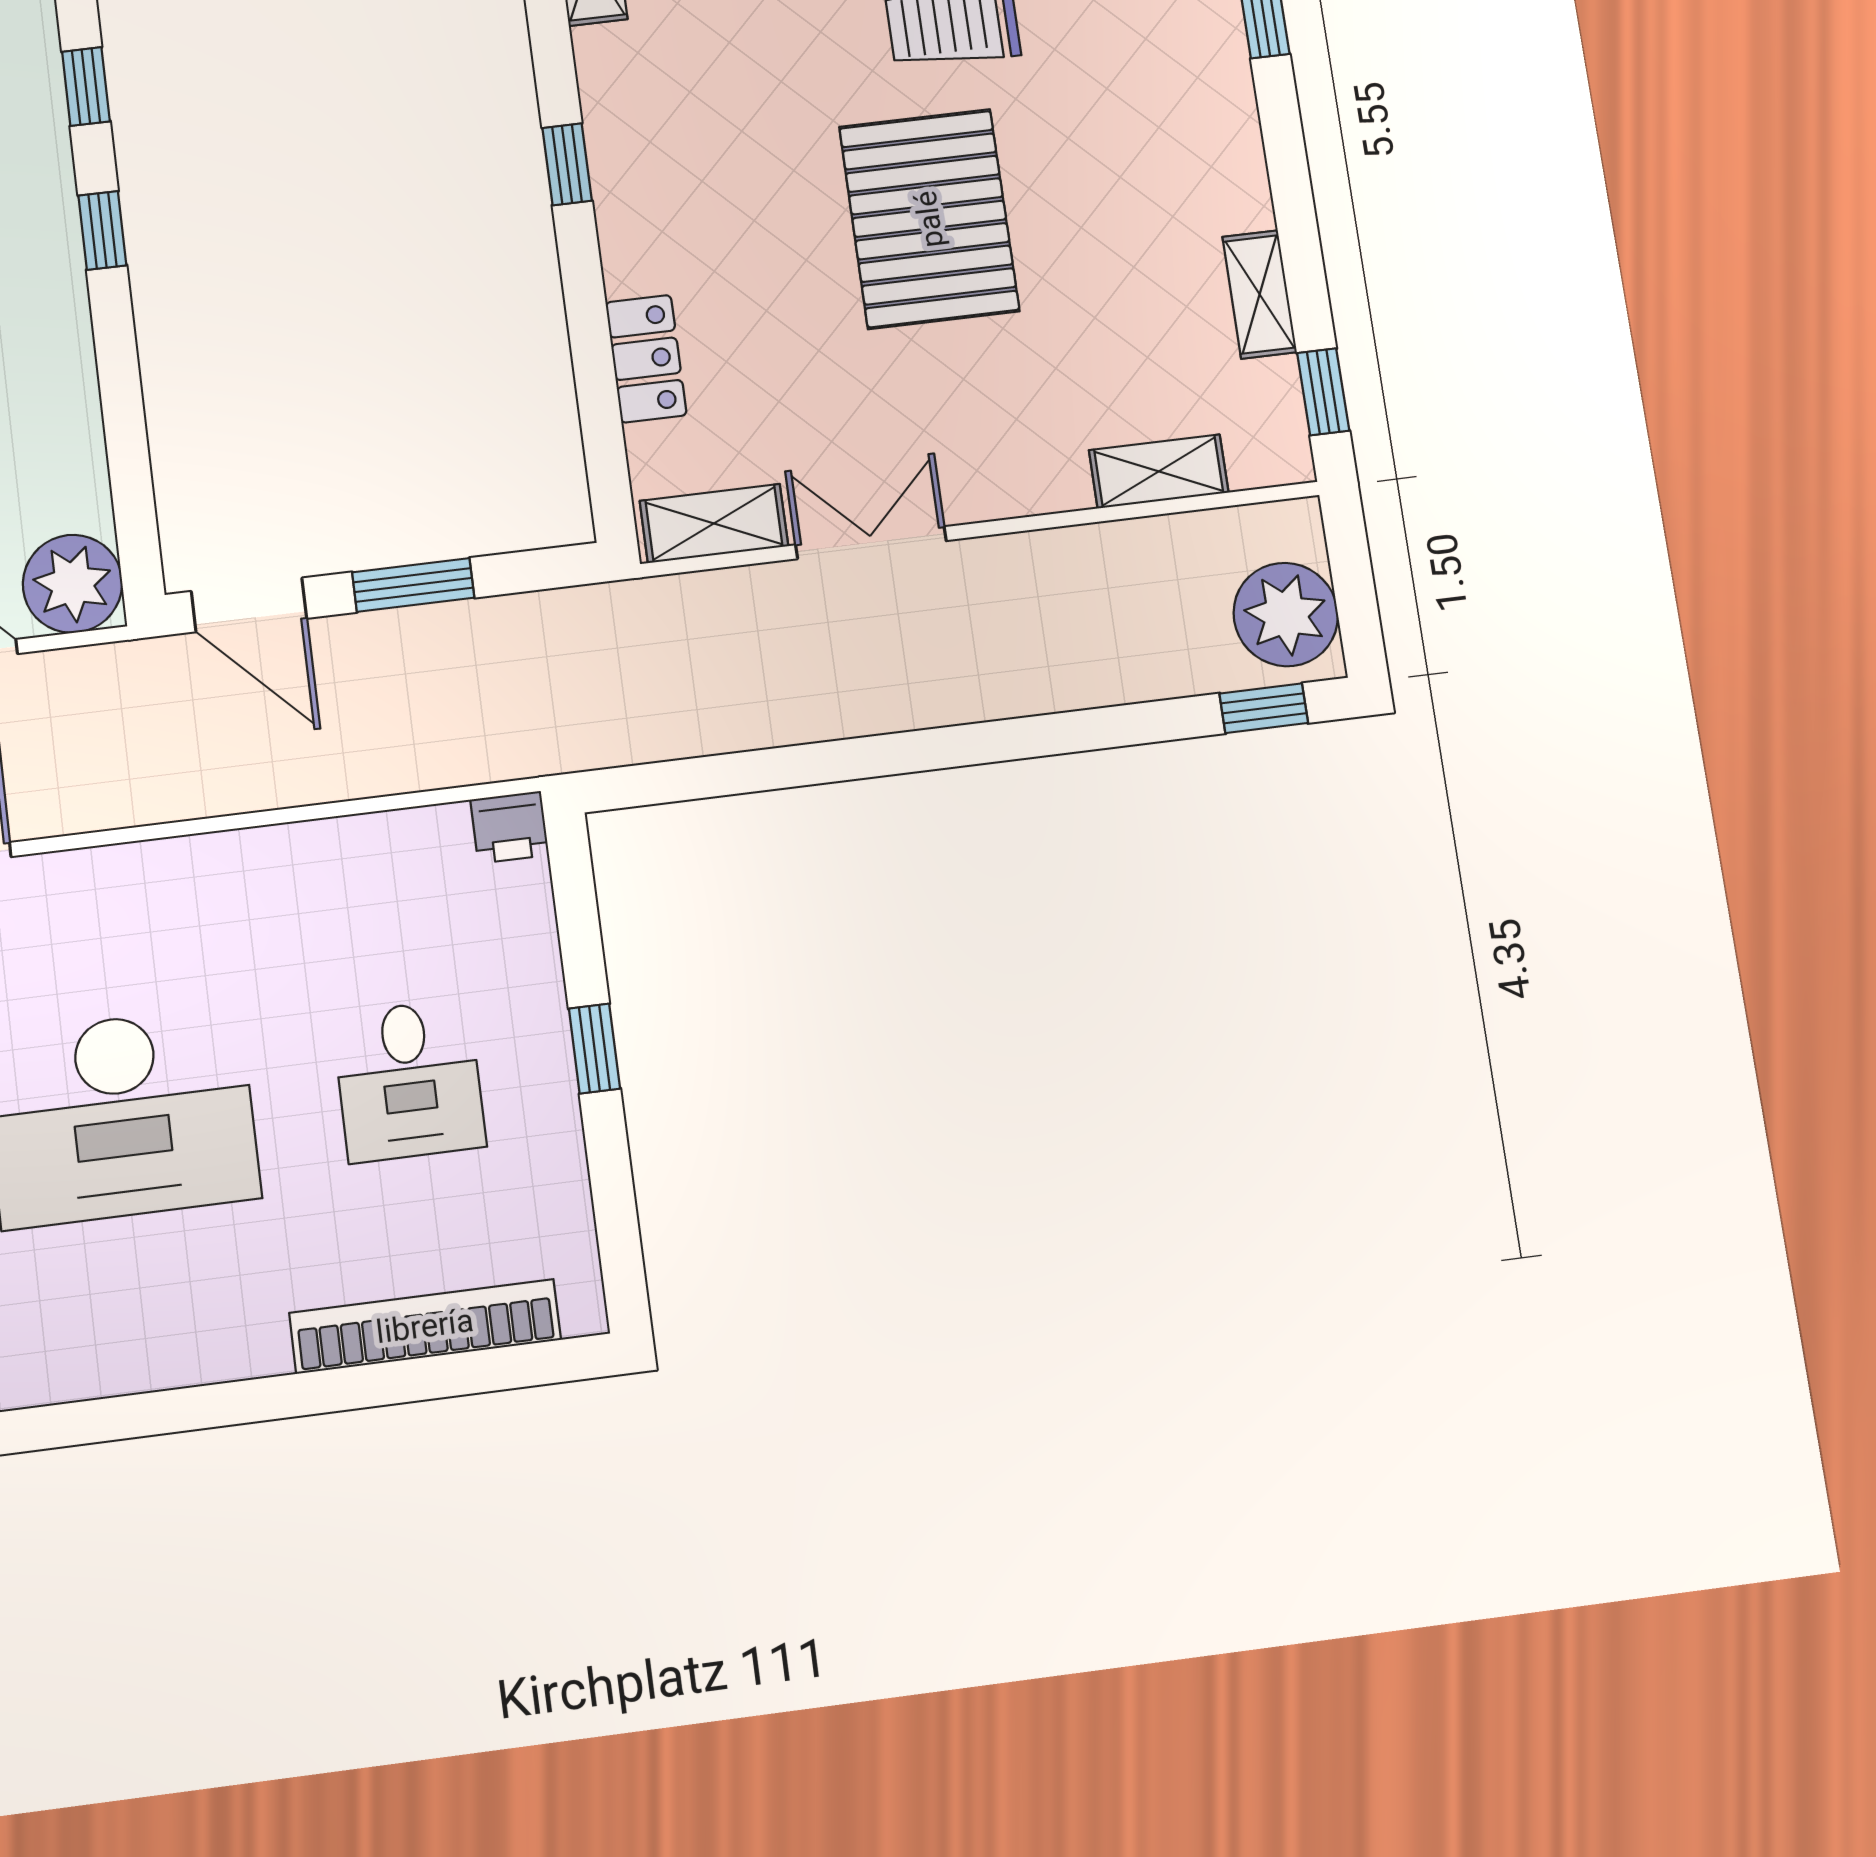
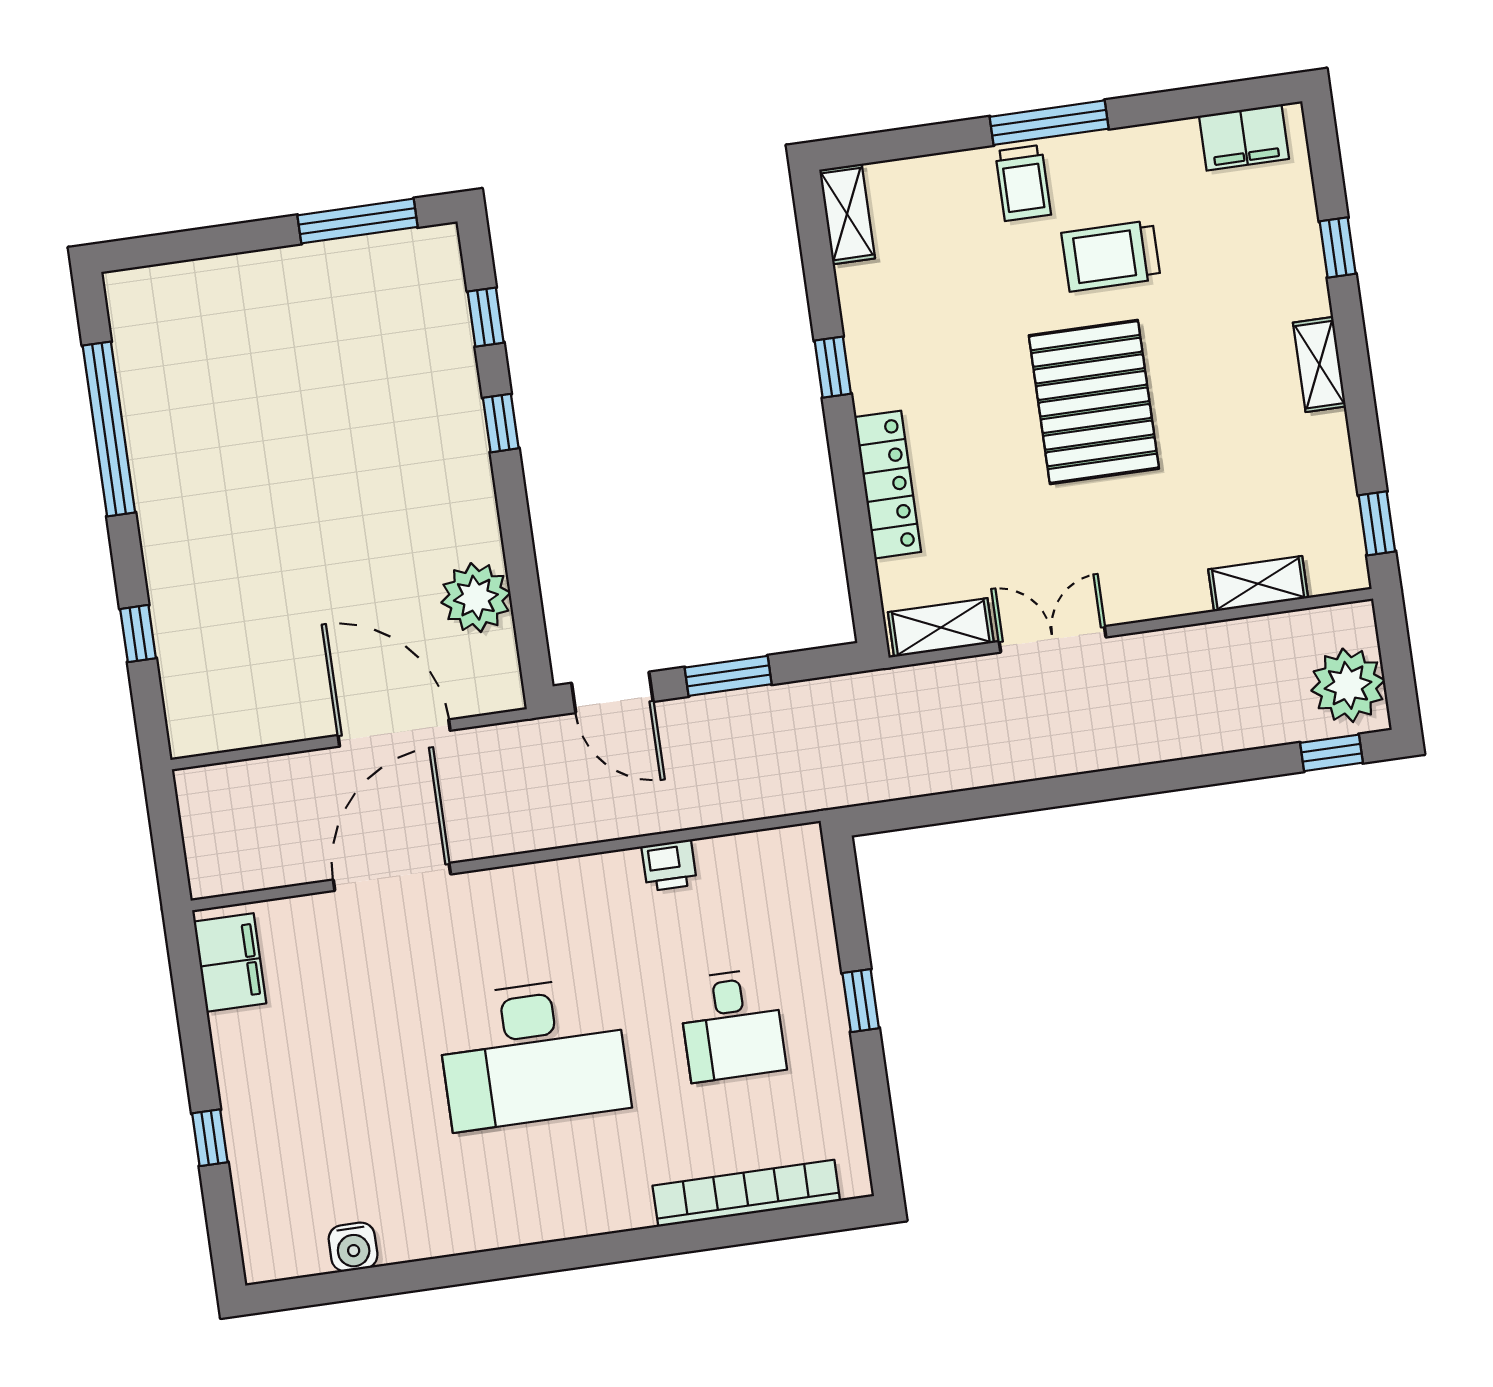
shelving: (1260, 294) -> (1319, 365), moved
locker: (646, 359) -> (888, 485), width x1.53
plant: (73, 584) -> (476, 598), moved
printer: (510, 827) -> (669, 865), moved

